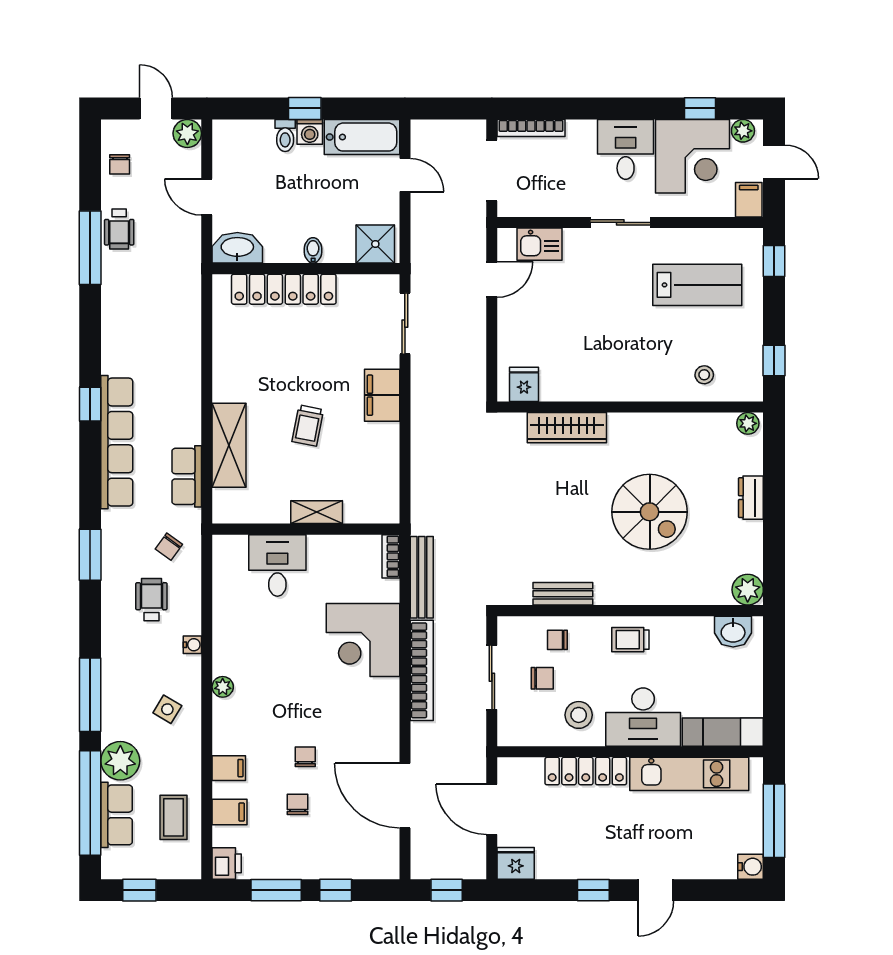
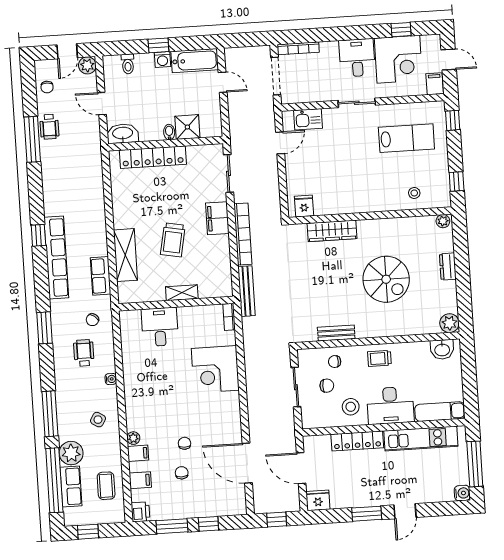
door: (156, 108) -> (67, 51), swing flipped
plant: (743, 131) -> (428, 42), removed
toilet: (285, 135) -> (128, 64), moved
shower: (375, 244) -> (187, 127), moved
trolley: (308, 426) -> (173, 240), width x1.36, depth x1.39
bench: (422, 577) -> (247, 291), moved
bookcase: (422, 670) -> (243, 234), moved
plant: (223, 687) -> (133, 438), moved
window: (593, 890) -> (367, 514), width x1.50

